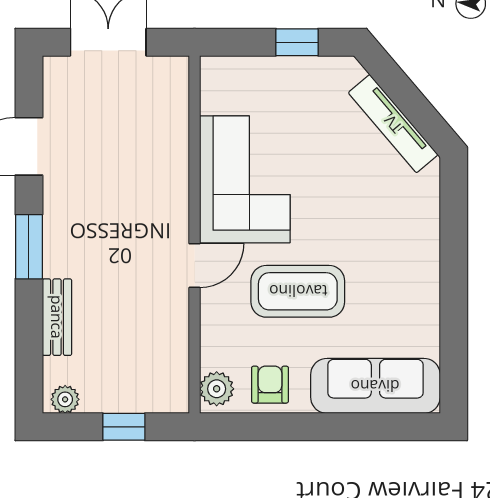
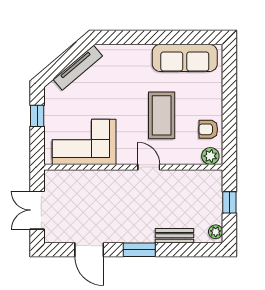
corner sofa: (245, 179) -> (84, 142), moved
sofa: (375, 386) -> (185, 58), moved, turned -90

